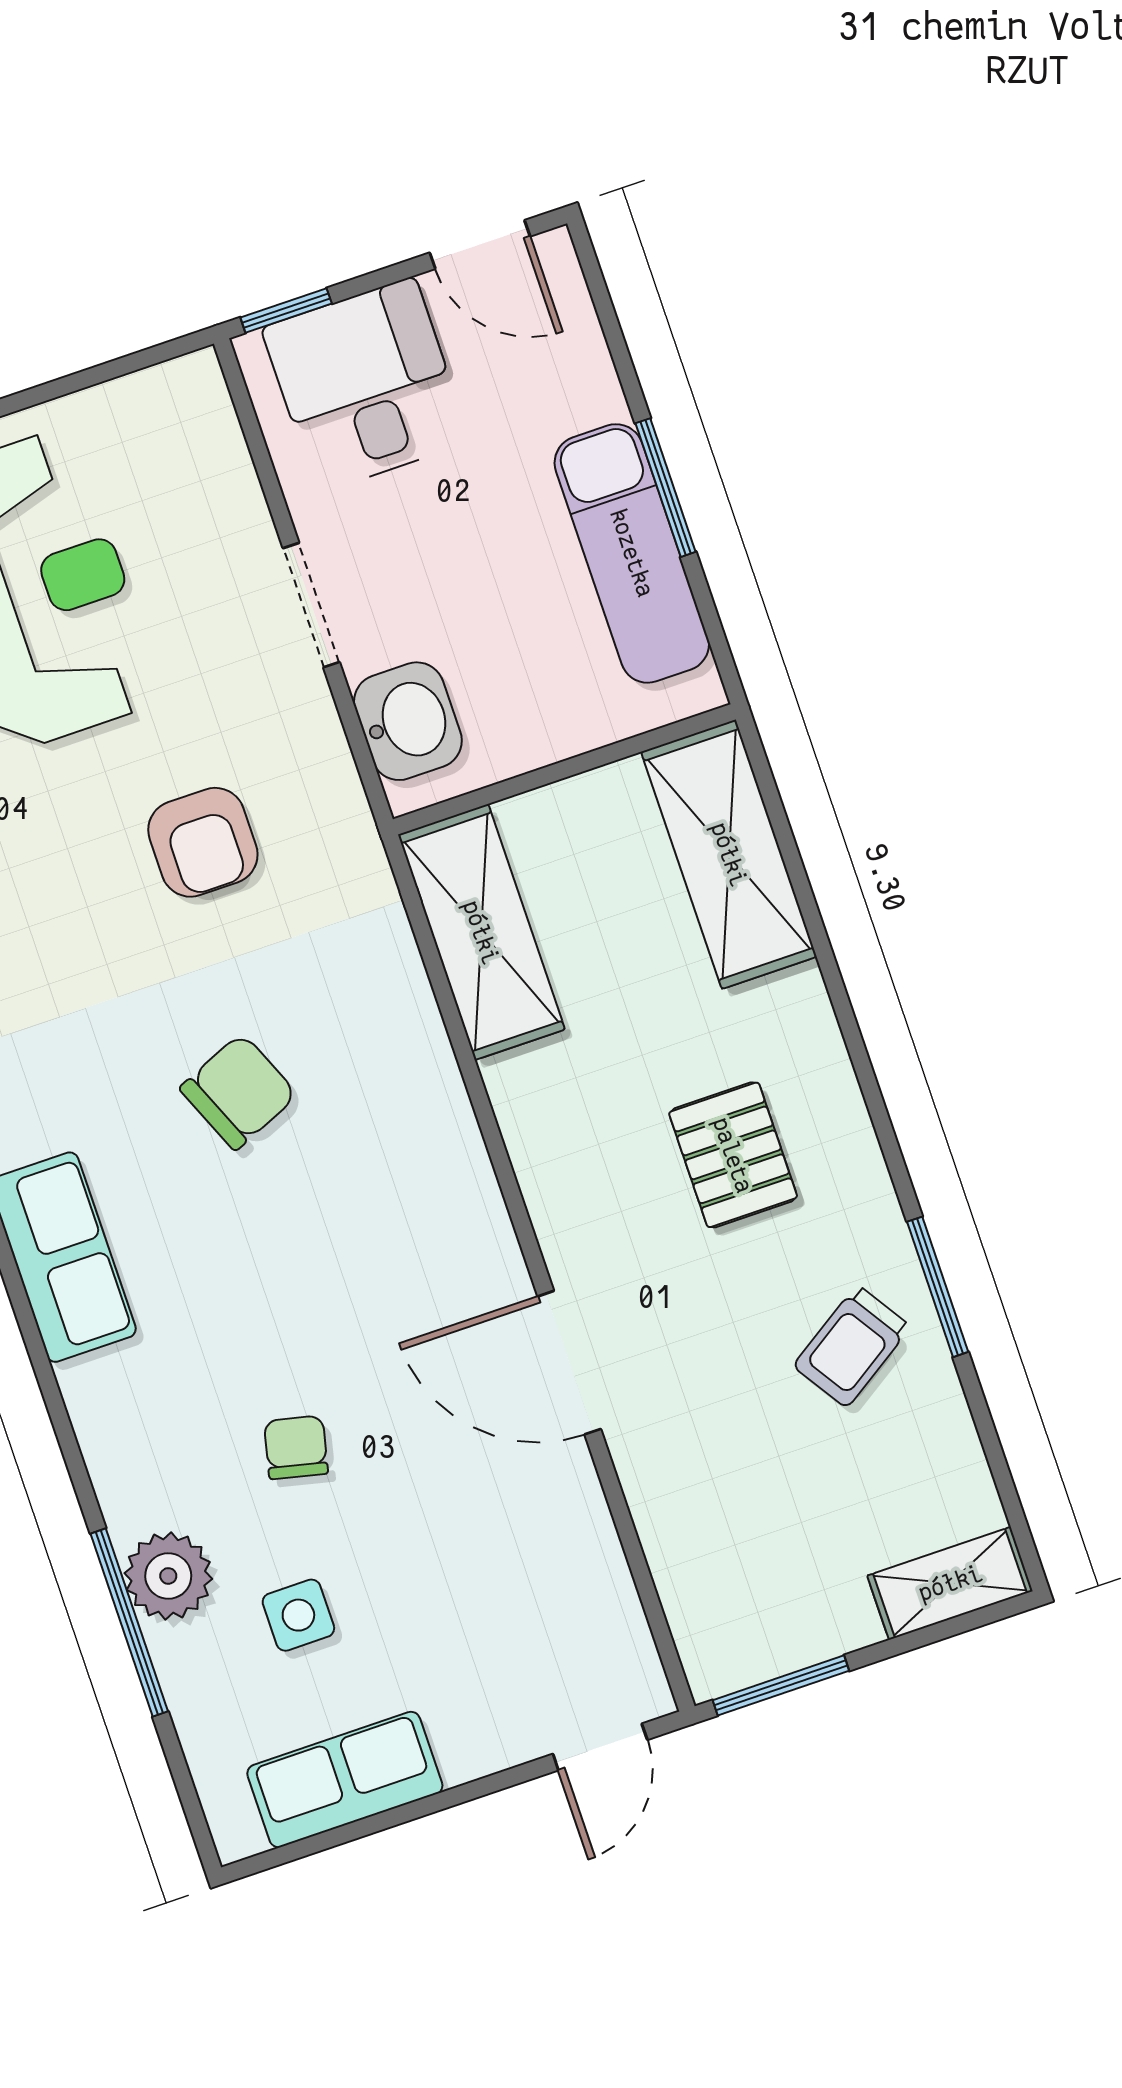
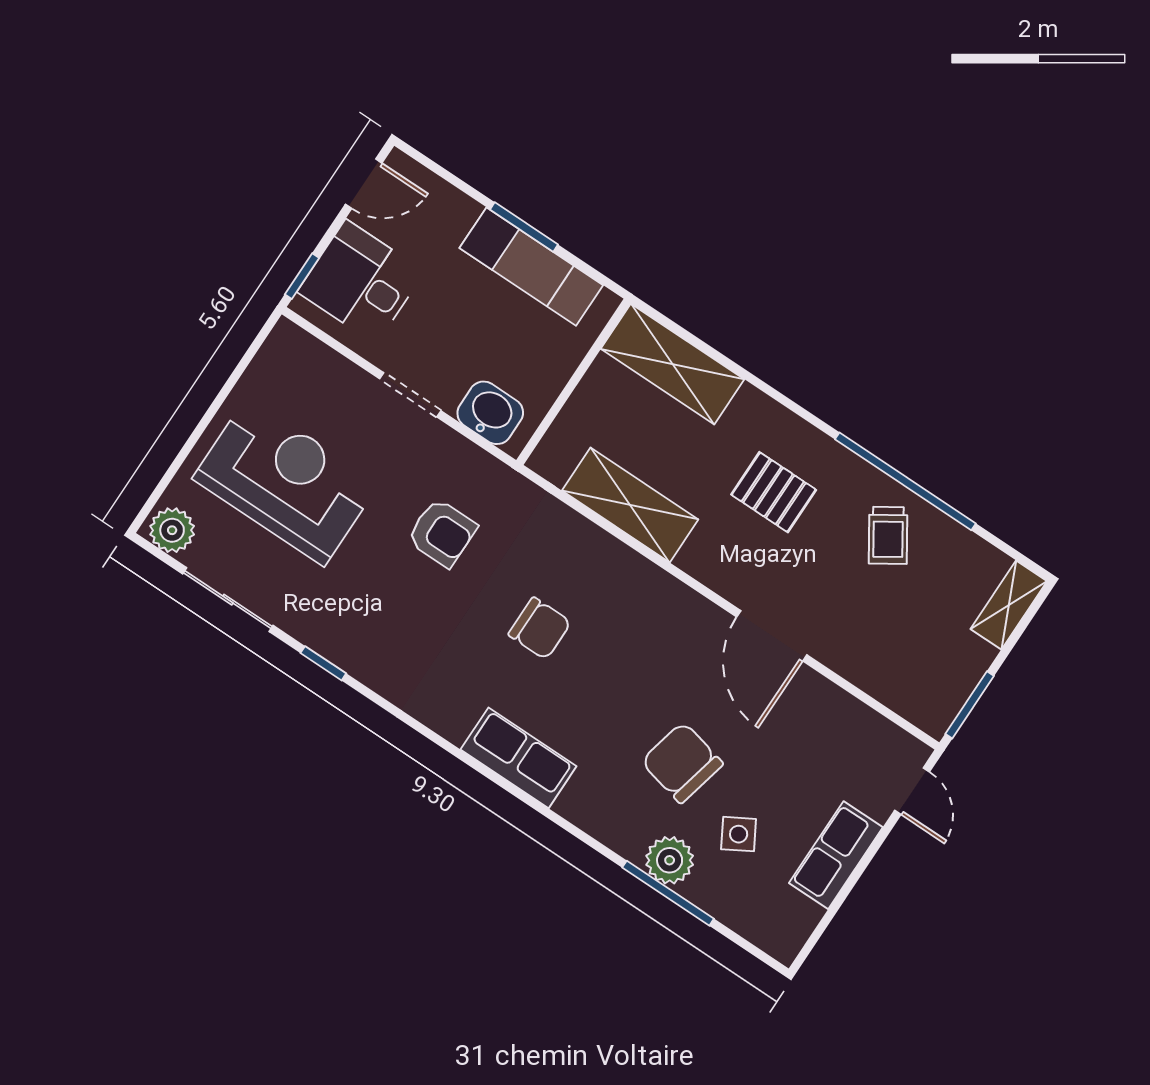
shelving: (481, 932) -> (630, 505), moved
chair: (239, 1092) -> (540, 628), turned 113
window: (938, 1287) -> (905, 481), width x2.11
door: (569, 1363) -> (772, 636), hinge flipped
chair: (296, 1447) -> (682, 763), width x1.87, depth x1.87
side table: (298, 1615) -> (739, 834), turned -30
row of seats: (345, 1780) -> (836, 855), moved

